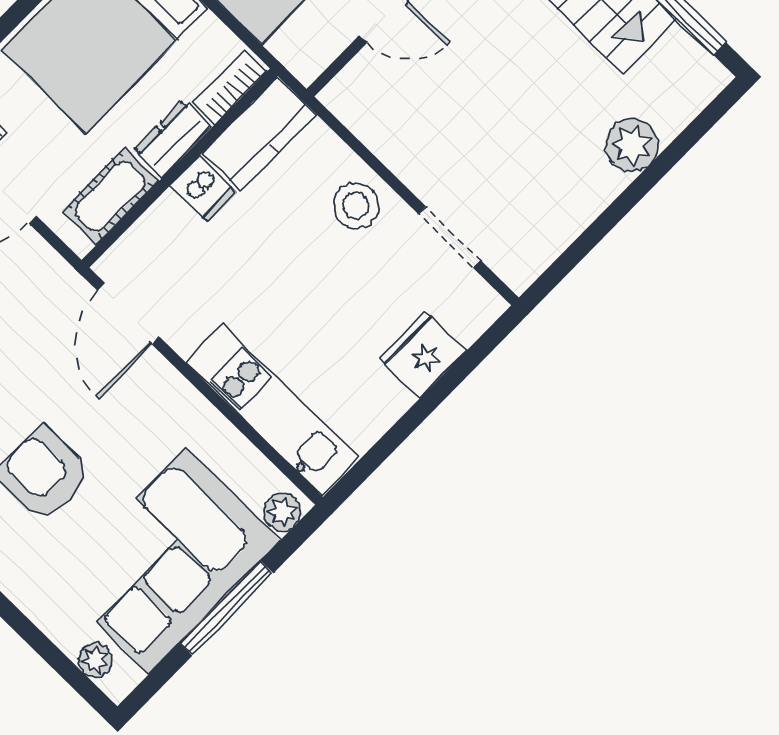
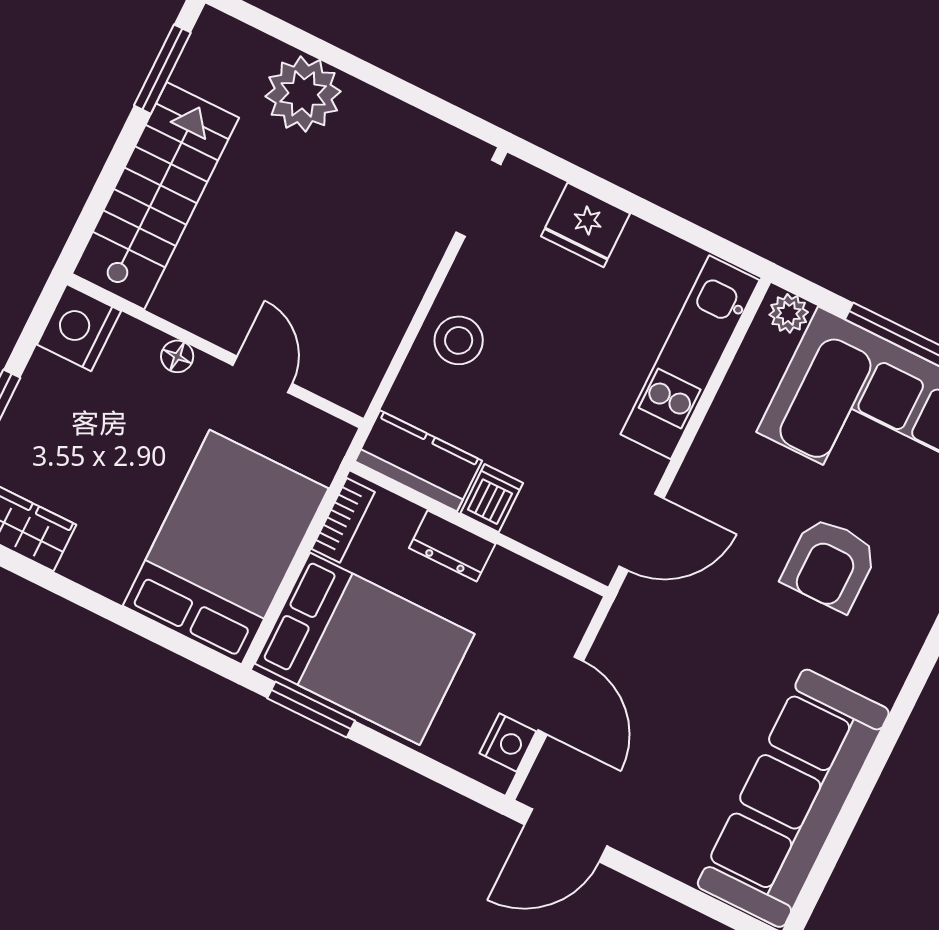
bookcase: (230, 87) -> (343, 520), moved, turned -90
plant: (632, 145) -> (303, 94), width x1.36, depth x1.36
cot: (110, 196) -> (530, 589), removed
doorway: (450, 237) -> (478, 198), moved

